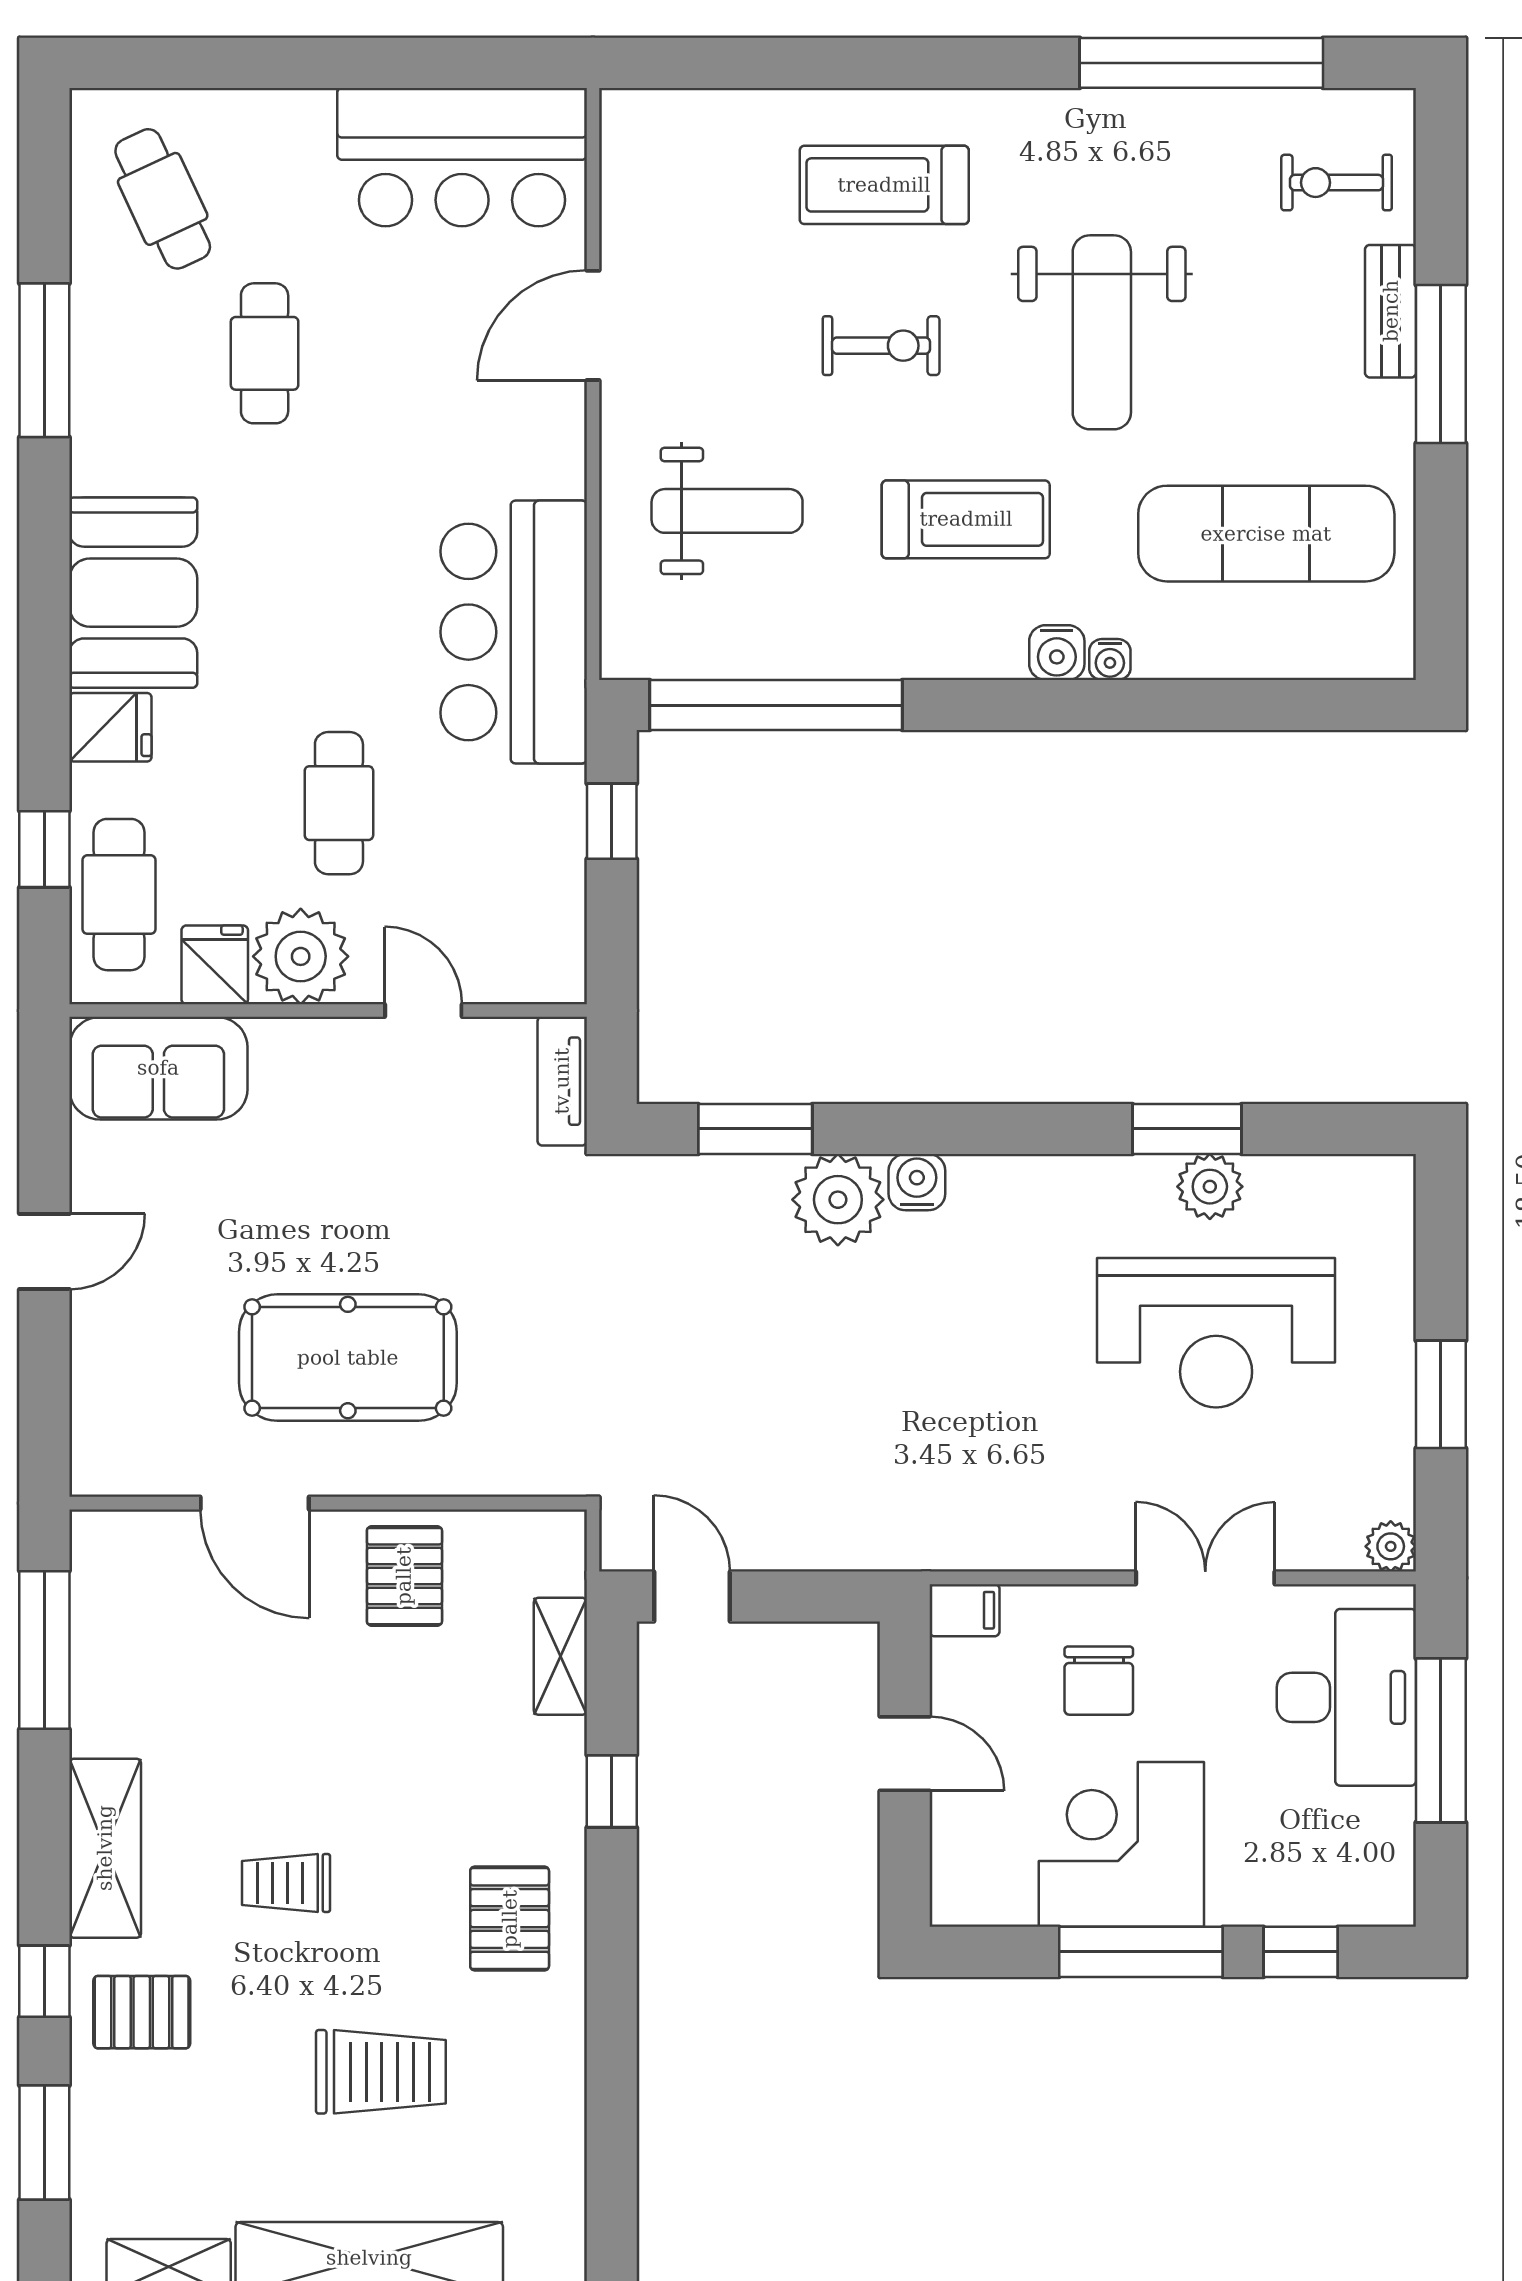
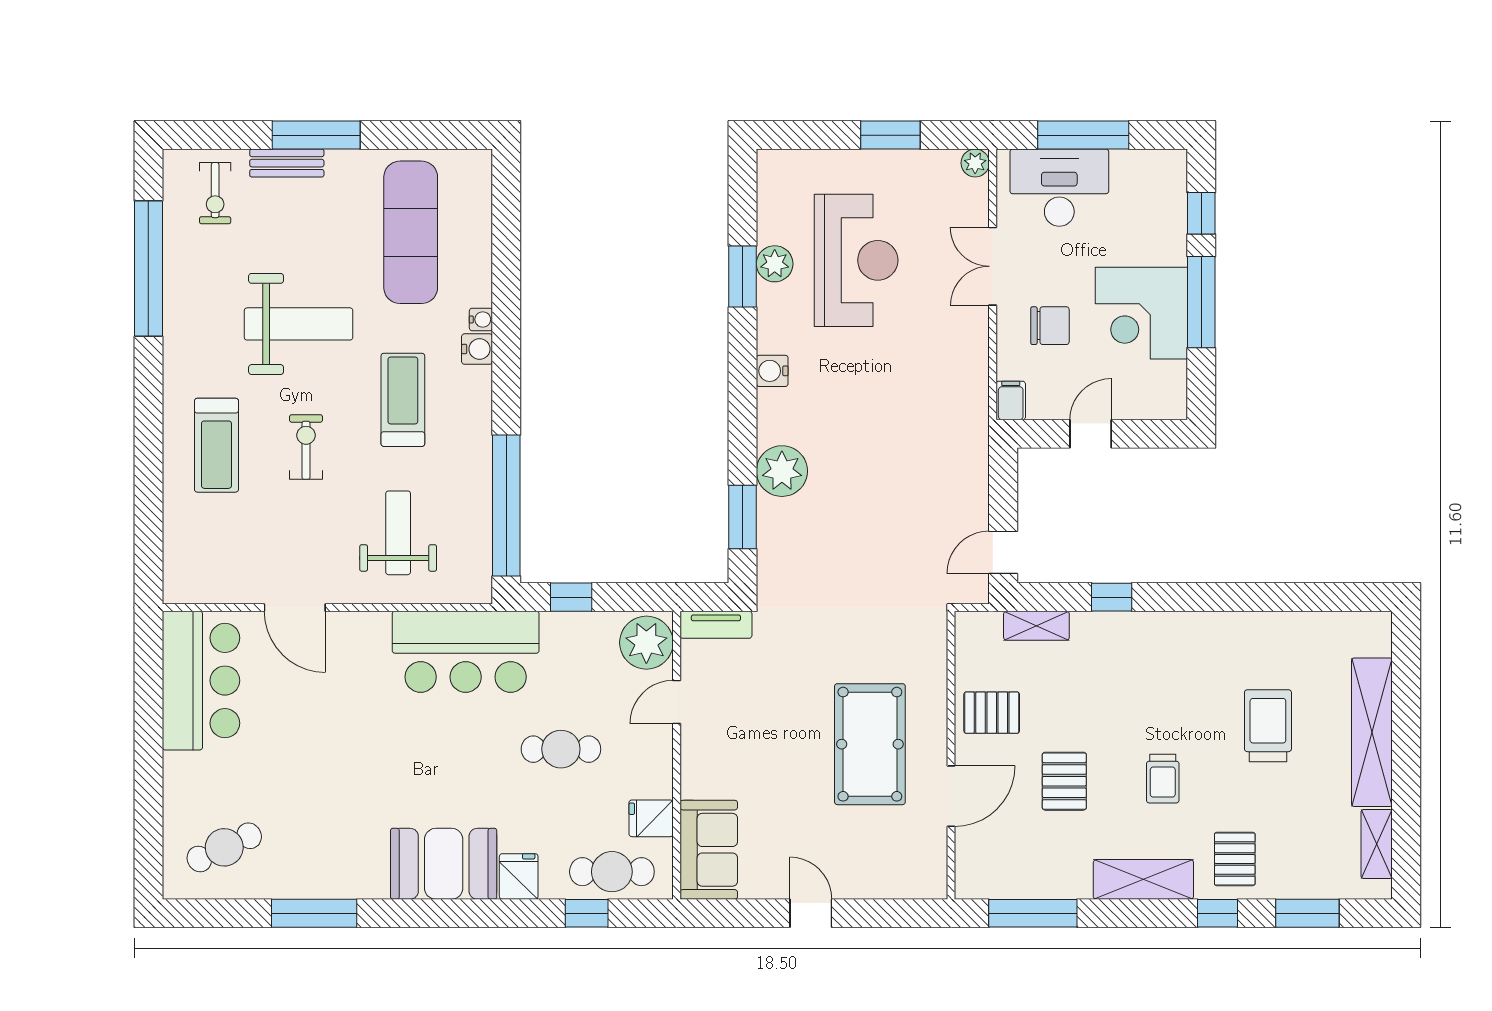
cafe table: (265, 353) -> (310, 791), removed
plant: (301, 956) -> (646, 643), moved
water cooler: (917, 1182) -> (772, 371), moved
pallet: (510, 1919) -> (1064, 781), moved, turned 90

